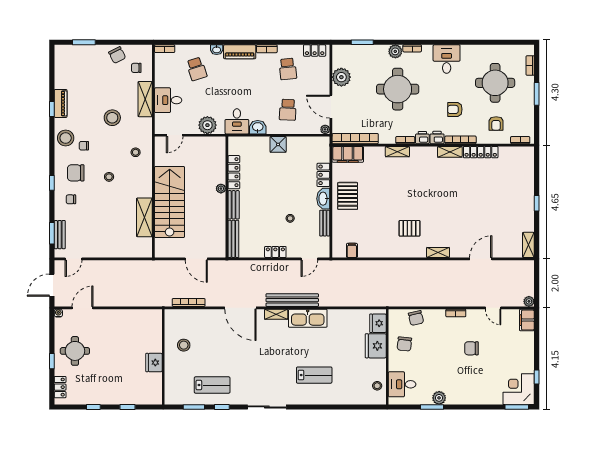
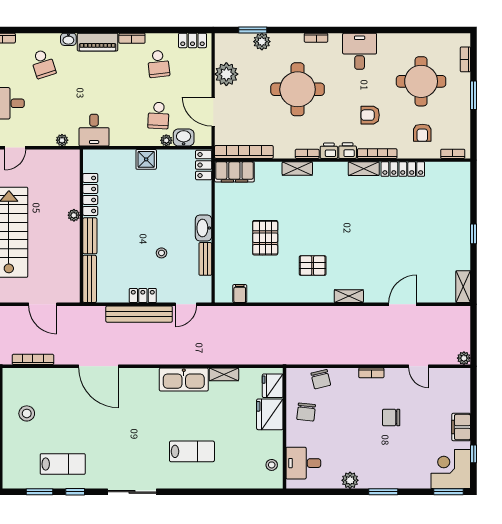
plant: (395, 51) -> (262, 42), moved
plant: (207, 125) -> (62, 140), width x0.53, depth x0.53
washbasin: (258, 127) -> (184, 138), moved
plant: (325, 129) -> (166, 140), moved
locker: (323, 175) -> (204, 165), moved
pallet: (348, 196) -> (265, 238), moved
bench: (292, 300) -> (139, 314), moved
shelving: (276, 314) -> (224, 374), moved
filing cabinet: (527, 320) -> (461, 427), moved
window: (432, 407) -> (383, 492), moved

